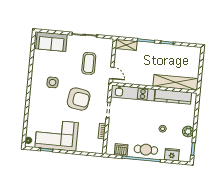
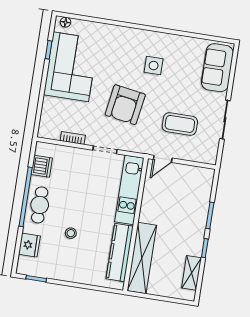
shelving: (126, 45) -> (192, 273), moved
plant: (188, 131) -> (64, 273), removed

